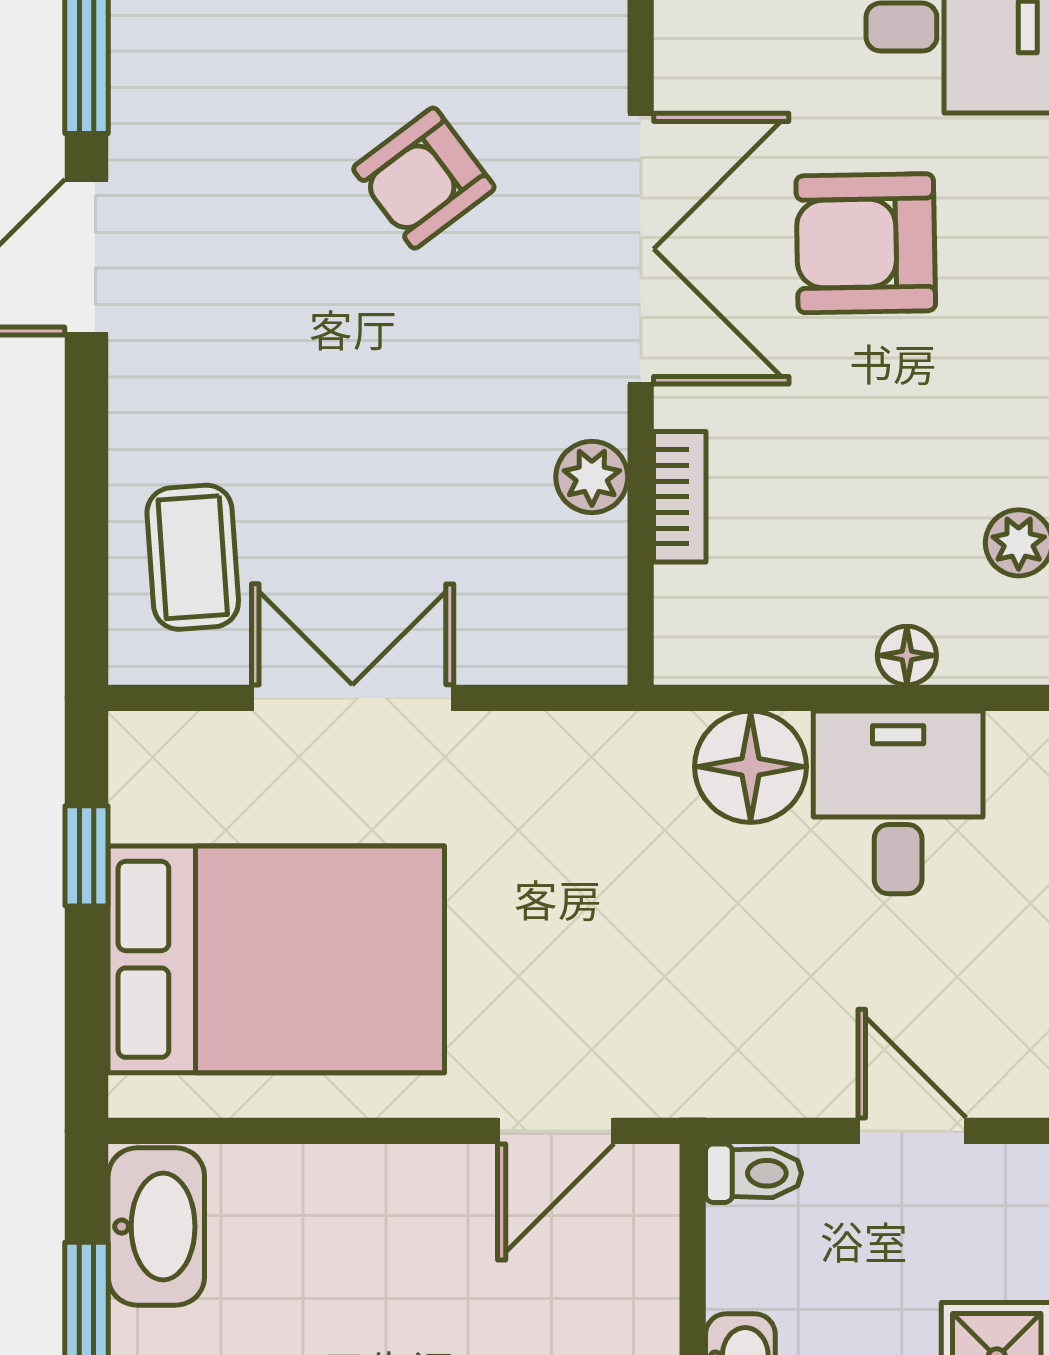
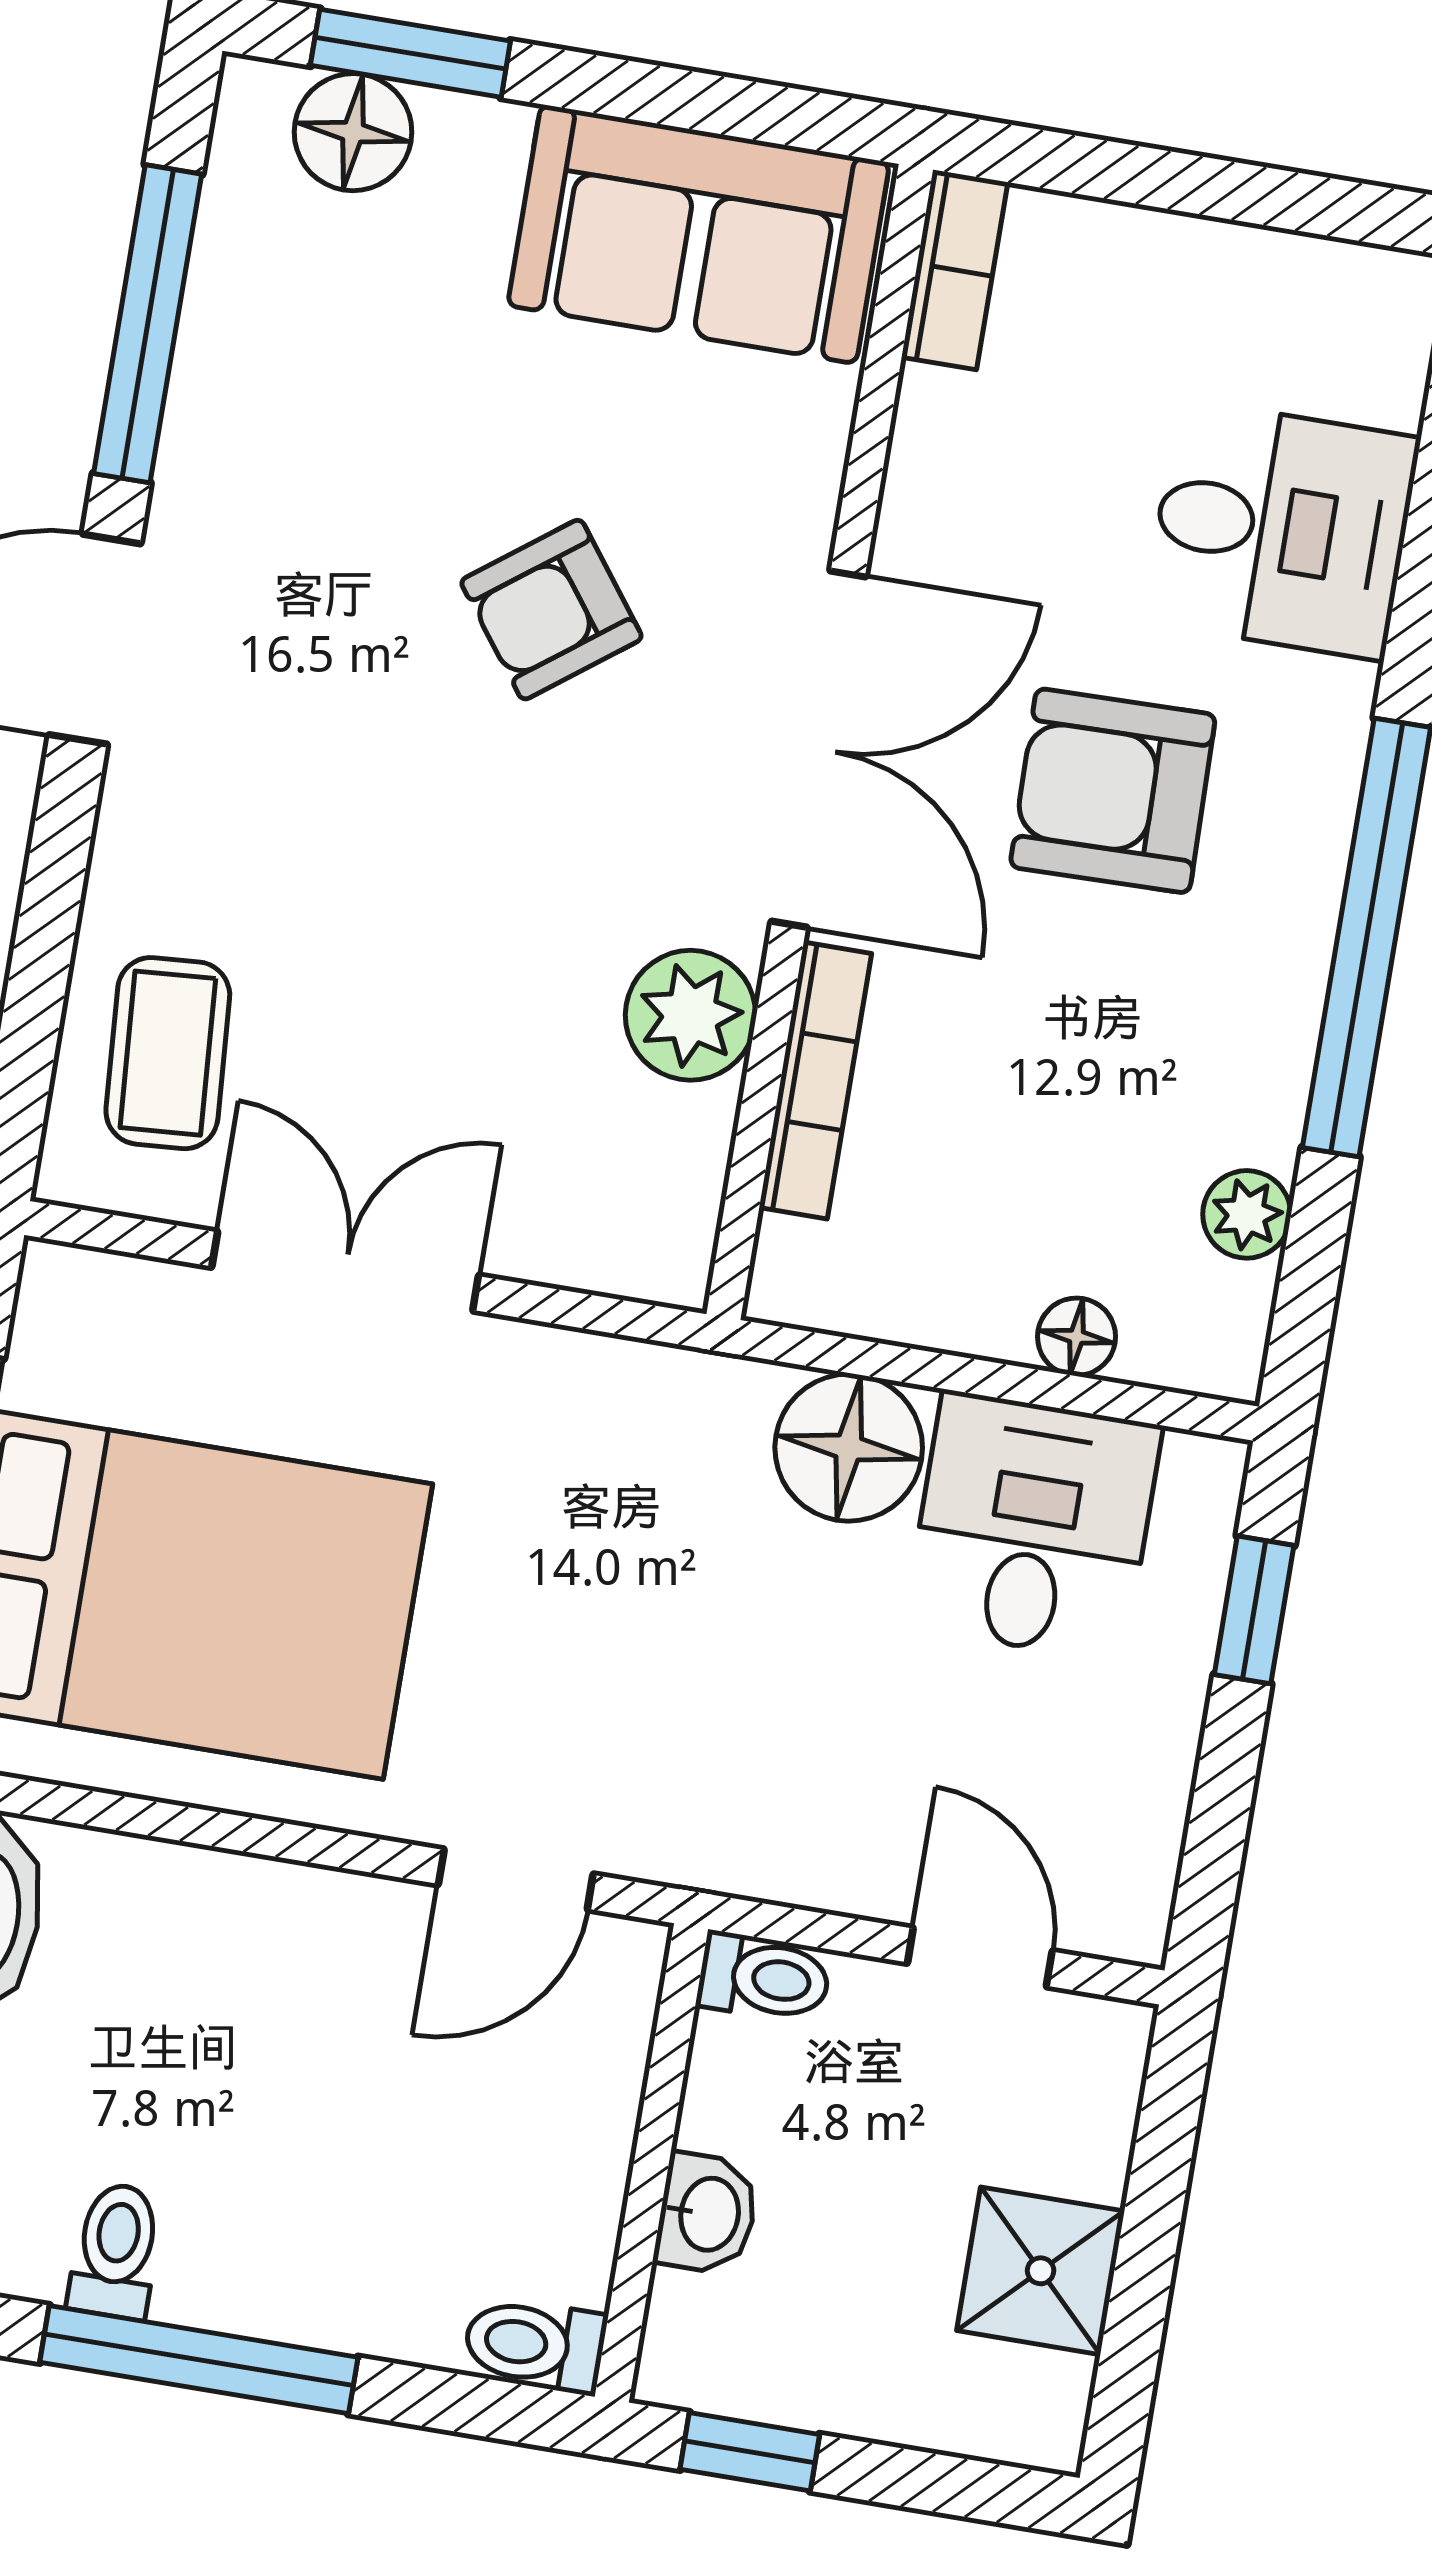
plant: (592, 477) -> (691, 1015), width x1.38, depth x1.38
bookcase: (680, 497) -> (815, 1080), width x1.56

